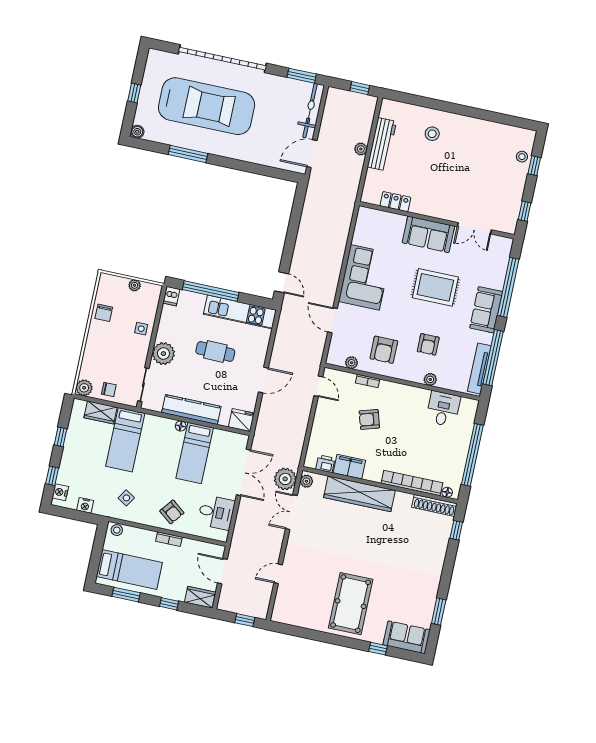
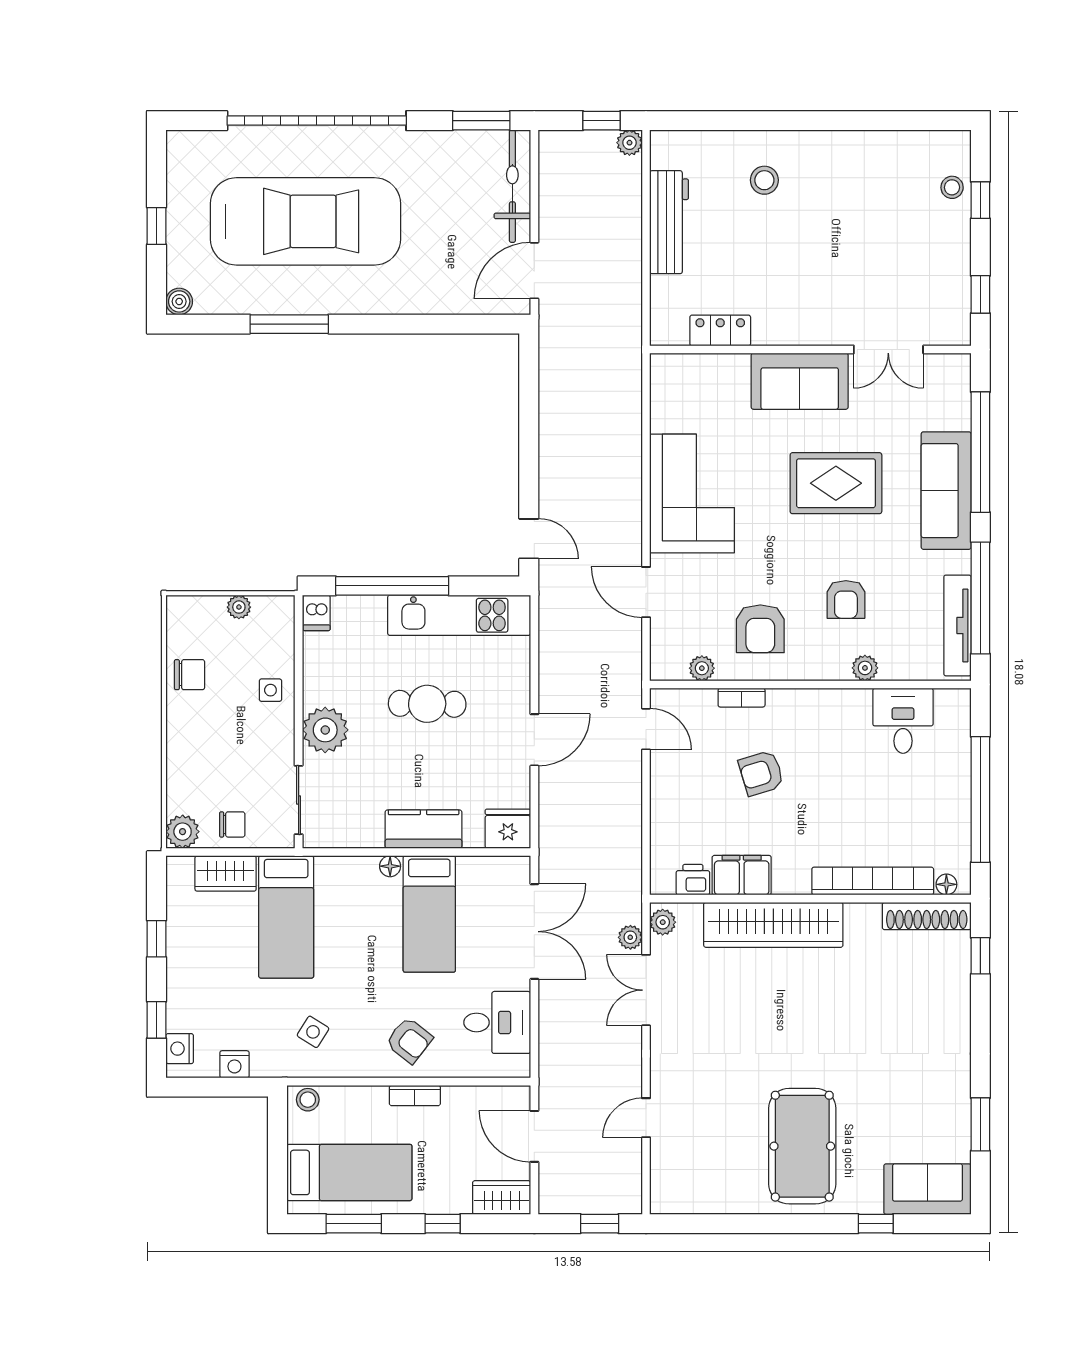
plant: (361, 149) -> (629, 143), moved
sofa: (486, 310) -> (946, 491), width x1.36
chair: (104, 313) -> (190, 675), turned -90
kitchen counter: (191, 410) -> (424, 829), width x0.67
plant: (285, 479) -> (630, 937), width x0.53, depth x0.53

